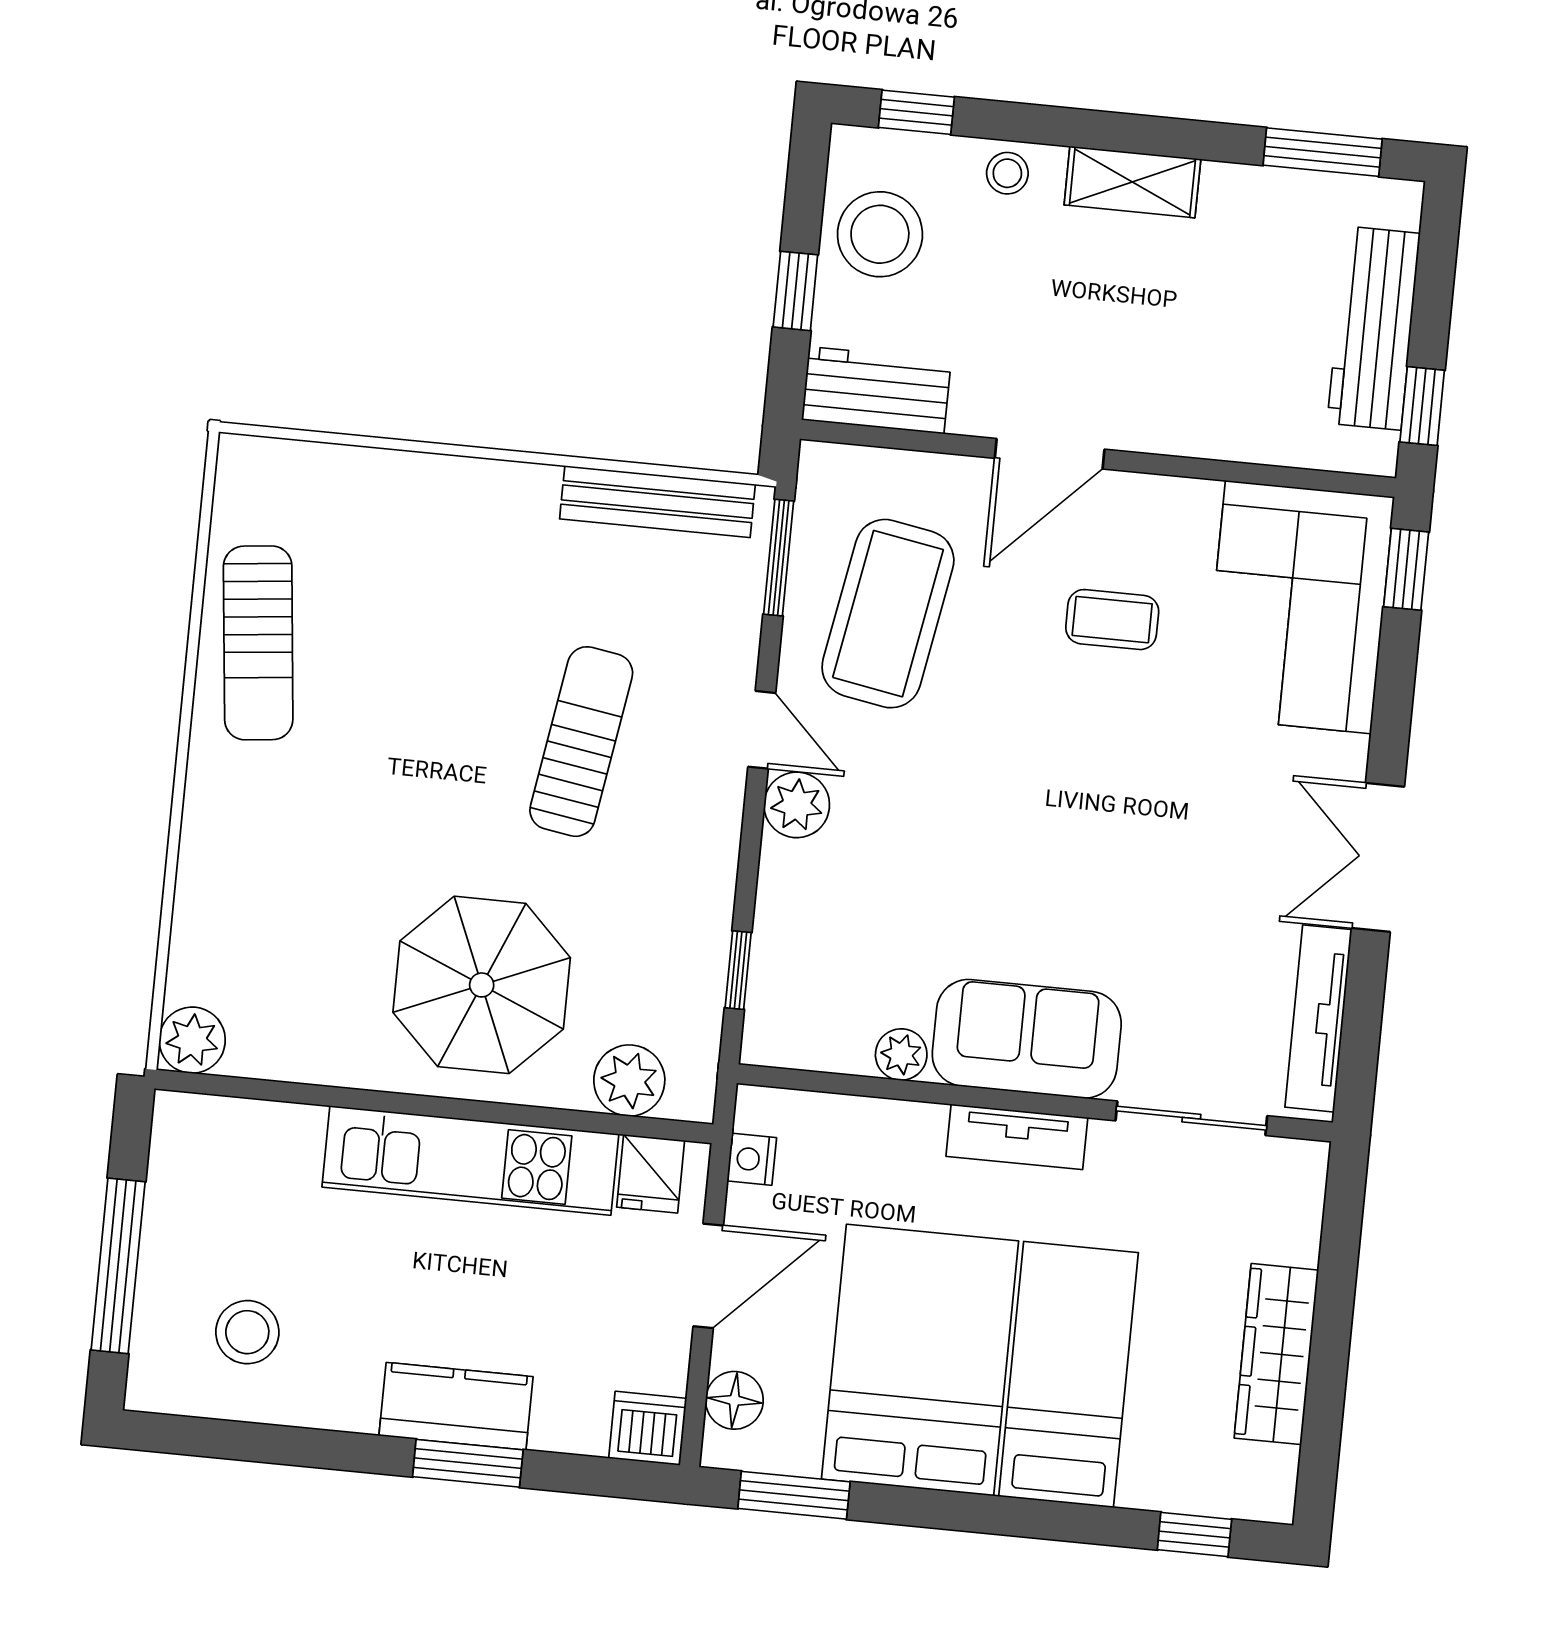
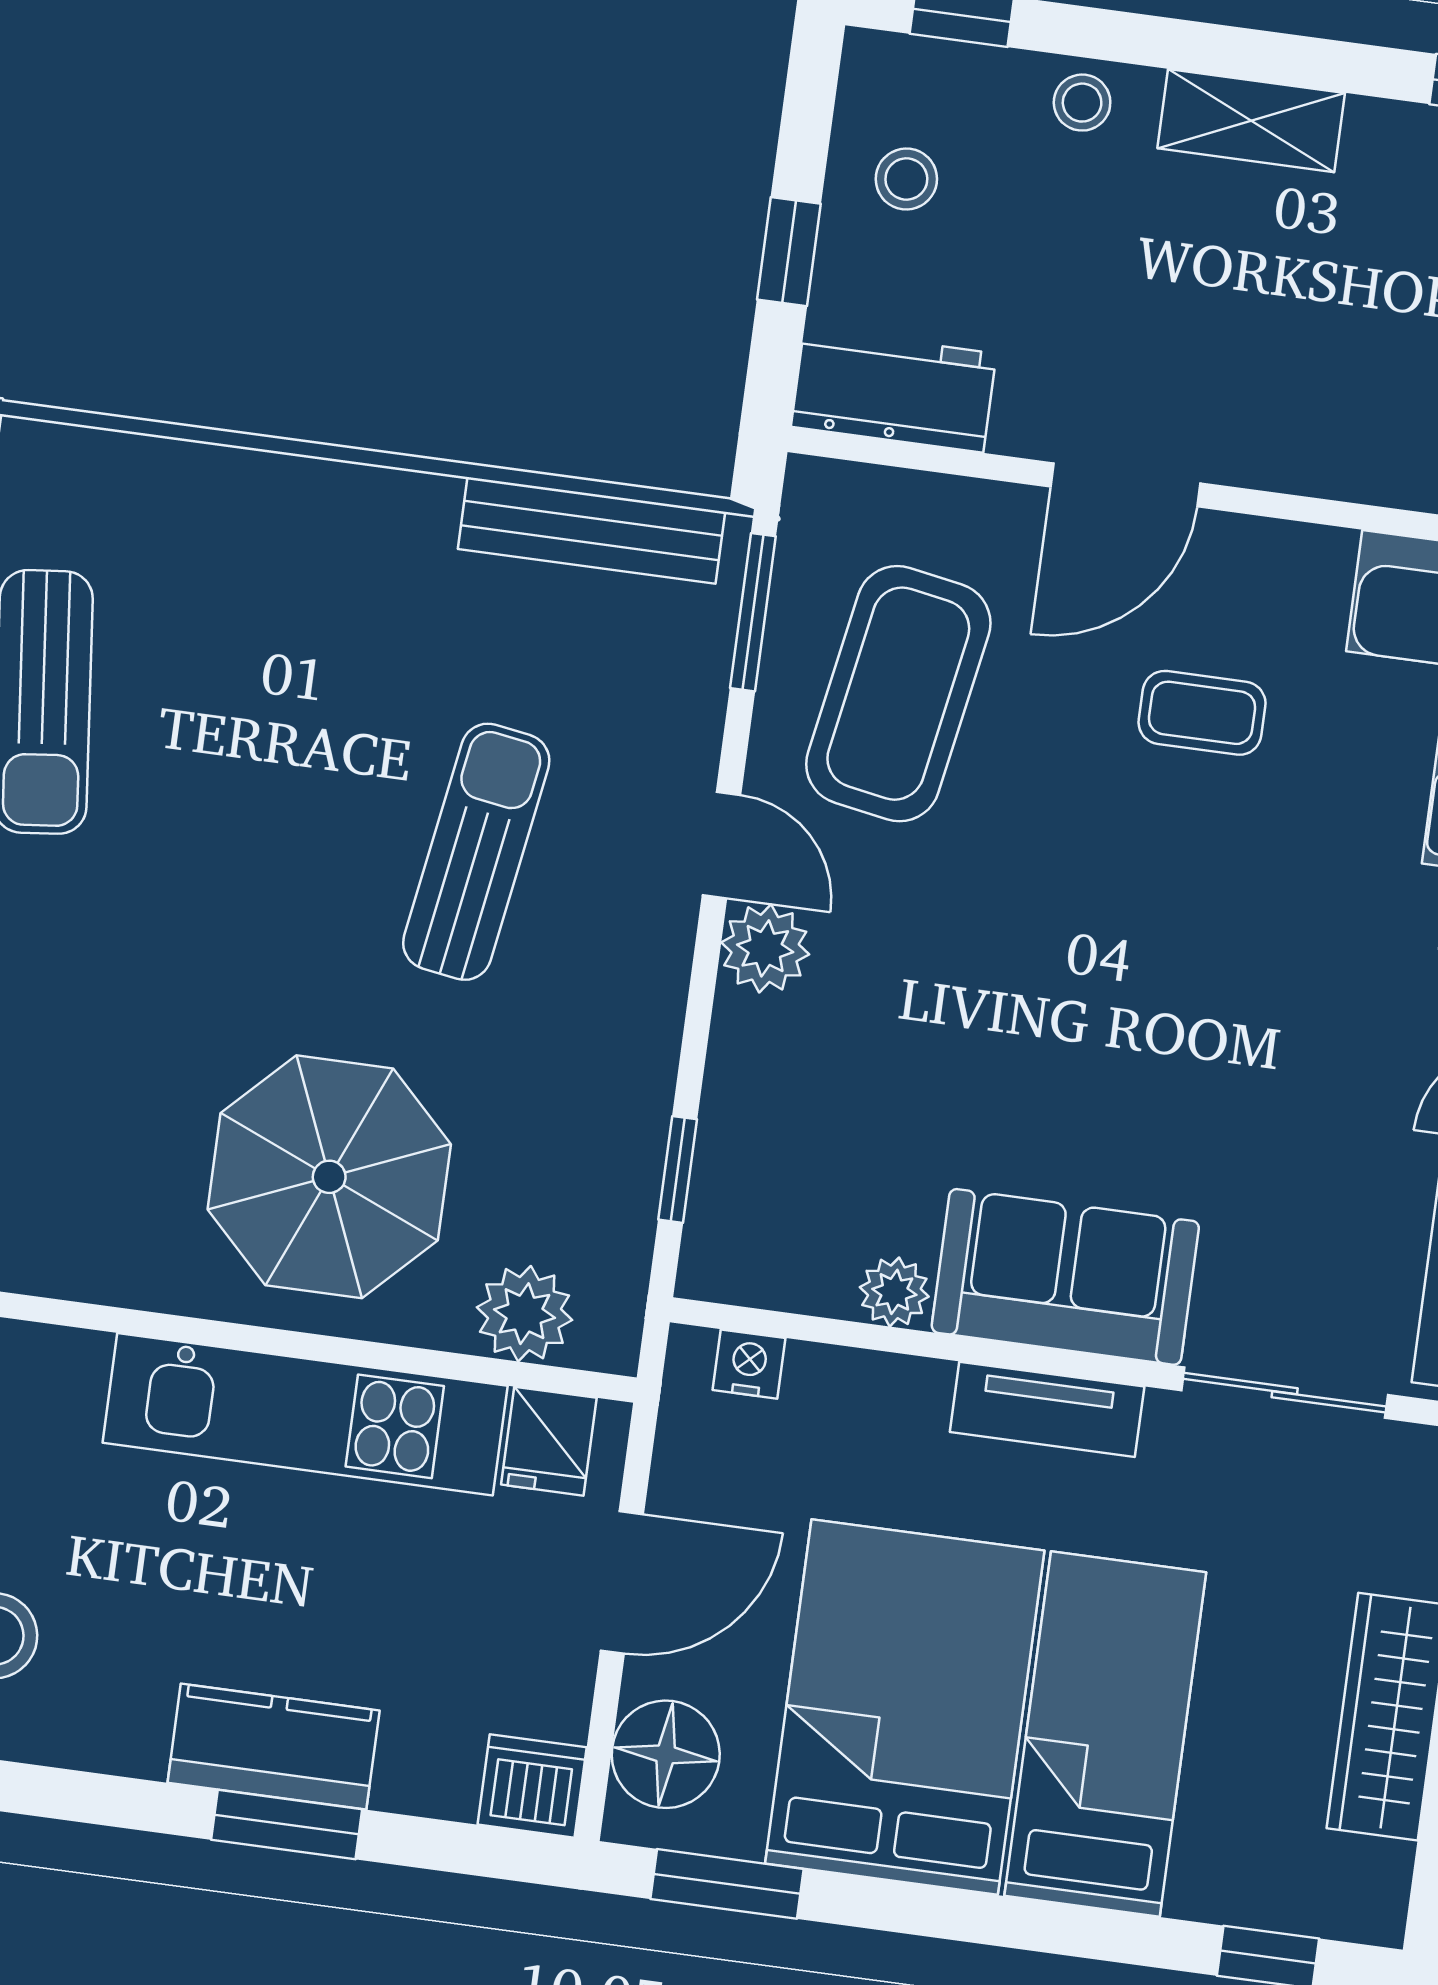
stool: (880, 234) -> (906, 179), width x0.53, depth x0.53
nightstand: (752, 1159) -> (749, 1364), moved, turned 90
floor lamp: (734, 1400) -> (666, 1754), width x1.38, depth x1.38

